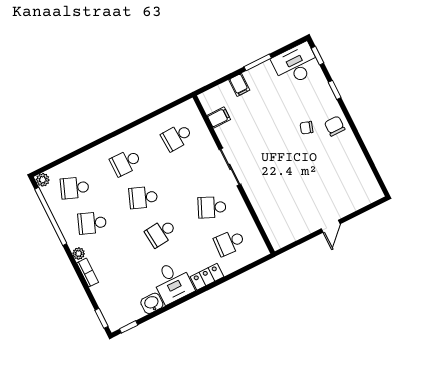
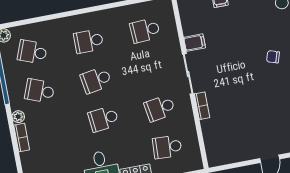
filing cabinet: (219, 117) -> (195, 43), moved
bookcase: (252, 194) -> (202, 106), added
school desk: (143, 198) -> (96, 80), turned -30
school desk: (212, 207) -> (160, 108), turned -33

